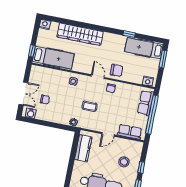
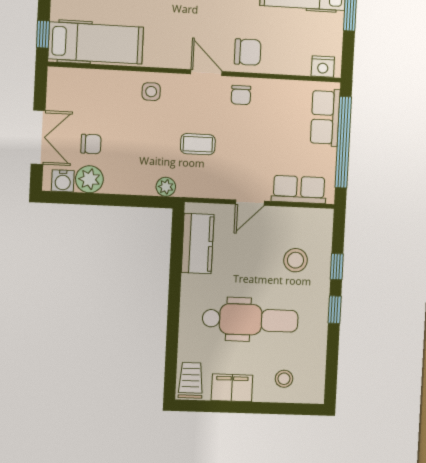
plant: (42, 114) -> (89, 179), added

